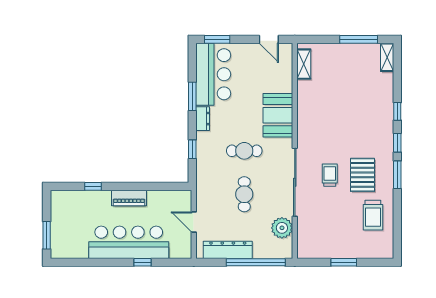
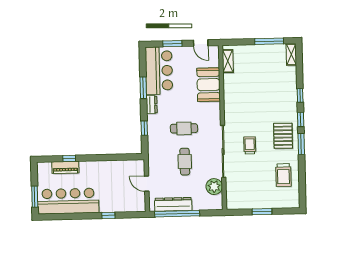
window: (217, 39) -> (172, 44), moved
booth: (278, 115) -> (209, 85), moved
pallet: (362, 175) -> (283, 136), moved
piano: (129, 198) -> (65, 167), moved
bar counter: (129, 242) -> (68, 201), moved
window: (256, 262) -> (177, 214), moved

